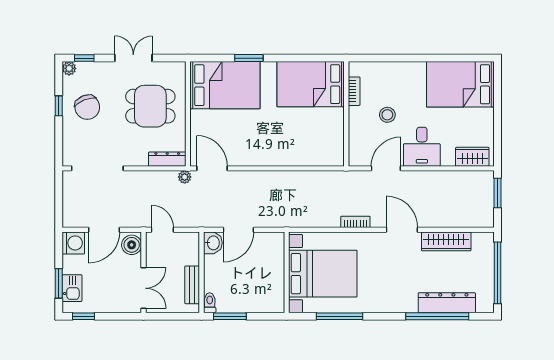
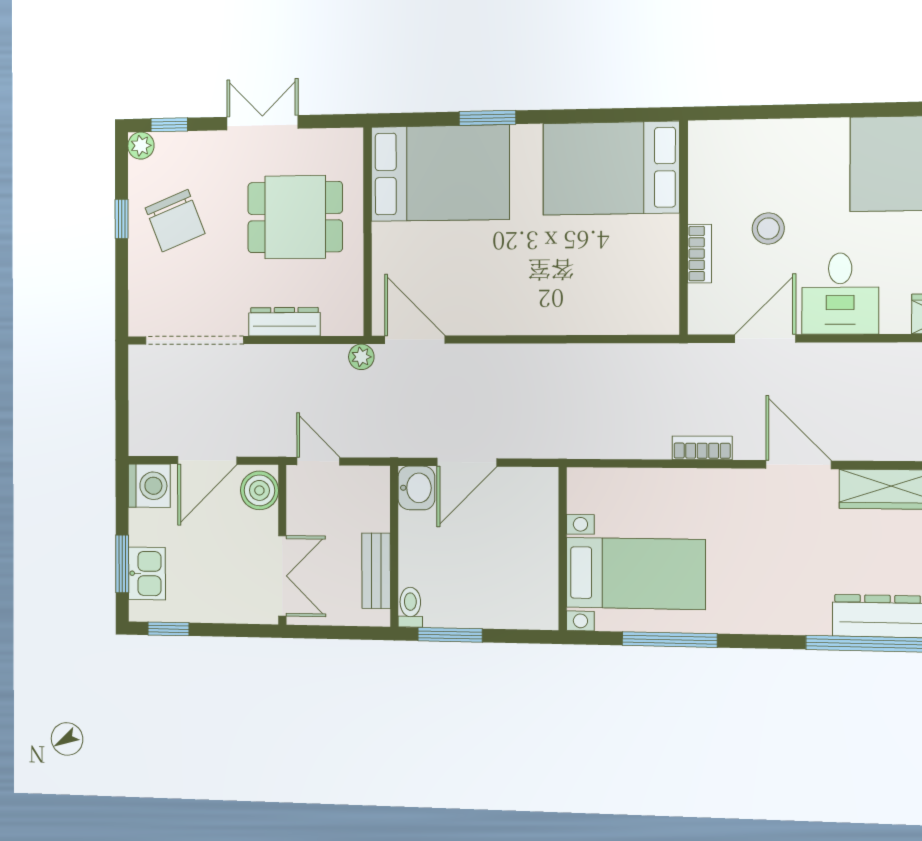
bookcase: (354, 91) -> (700, 254), moved
dresser: (167, 159) -> (284, 322), moved
bed with nightstands: (323, 274) -> (636, 573), width x0.73

